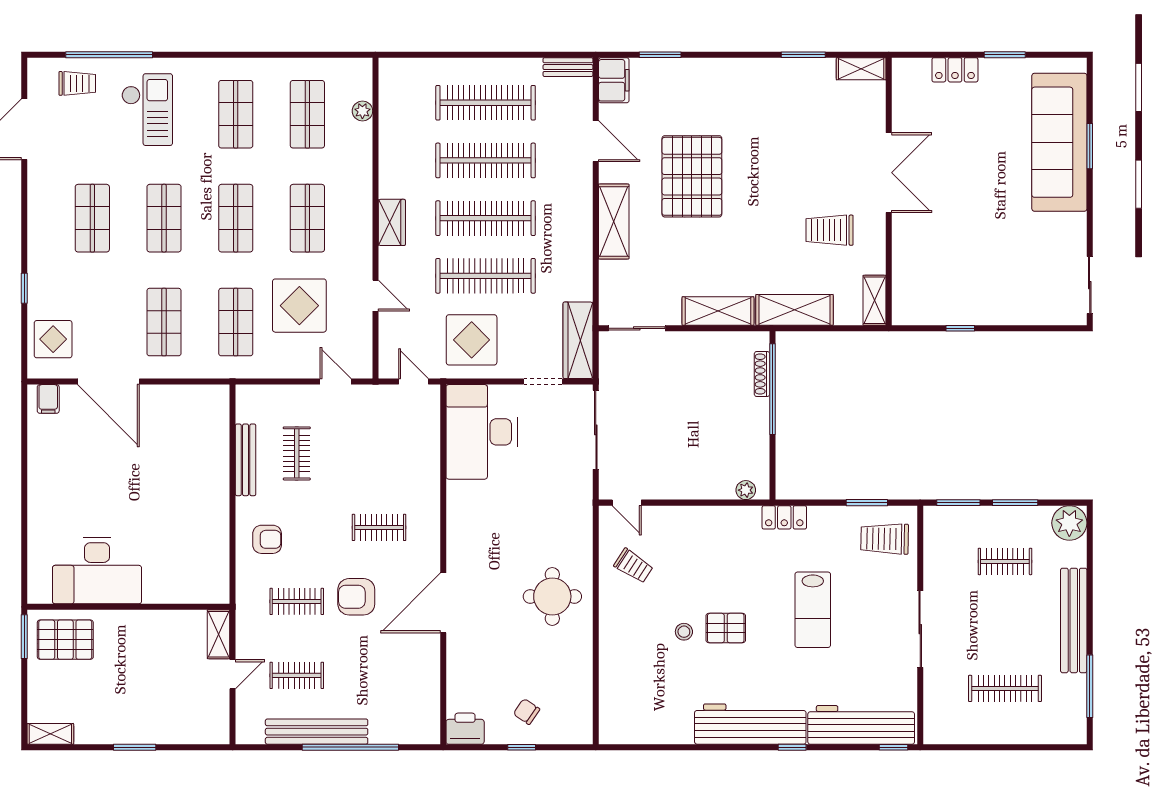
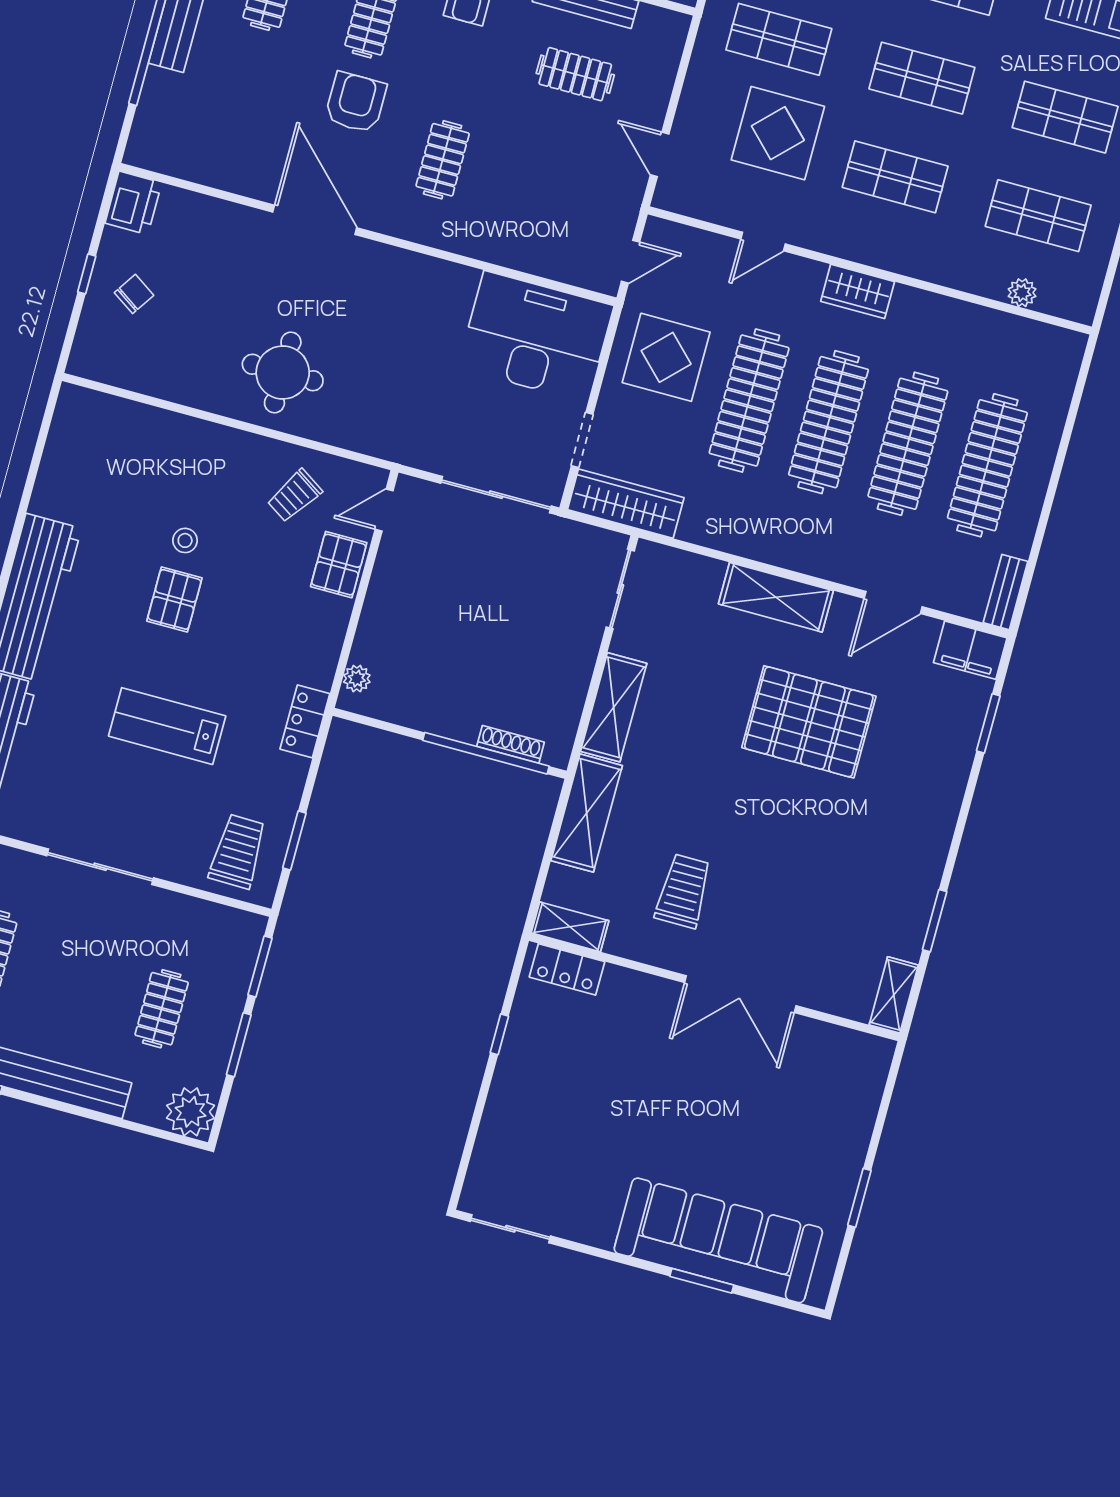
locker: (955, 70) -> (567, 969), moved, turned -90
door: (335, 382) -> (660, 154), swing flipped
pallet: (672, 523) -> (339, 565), added

